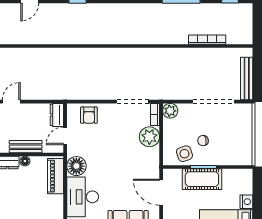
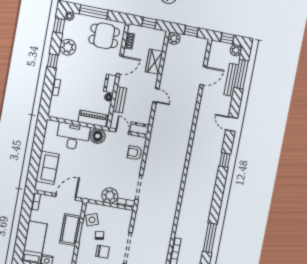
plant: (170, 111) -> (127, 215), removed
chair: (223, 133) -> (103, 252), added

